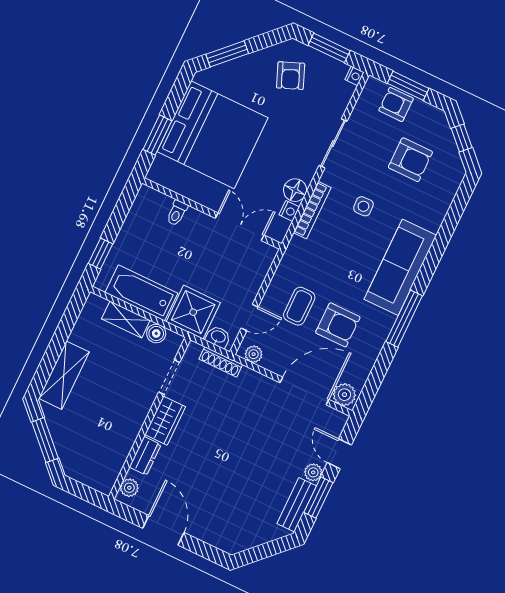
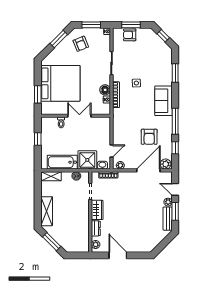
window: (227, 54) -> (59, 39), moved
armchair: (410, 160) -> (146, 55), removed
window: (450, 223) -> (175, 73), added
double door: (240, 227) -> (79, 116), moved
window: (101, 254) -> (38, 139), moved
sofa: (400, 267) -> (163, 101), width x0.73
coffee table: (299, 306) -> (130, 137), removed
shelving: (126, 320) -> (51, 176), moved
armchair: (338, 325) -> (149, 137), turned 90
window: (379, 371) -> (175, 148), added

